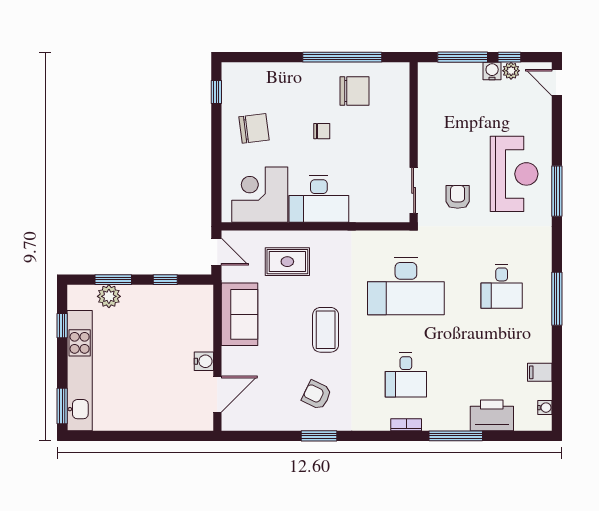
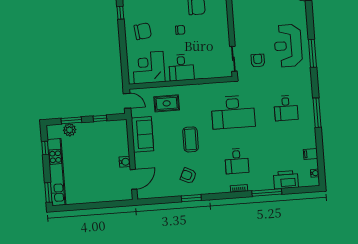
reception desk: (514, 174) -> (288, 46), turned 180
desk: (319, 199) -> (181, 68), width x0.73

